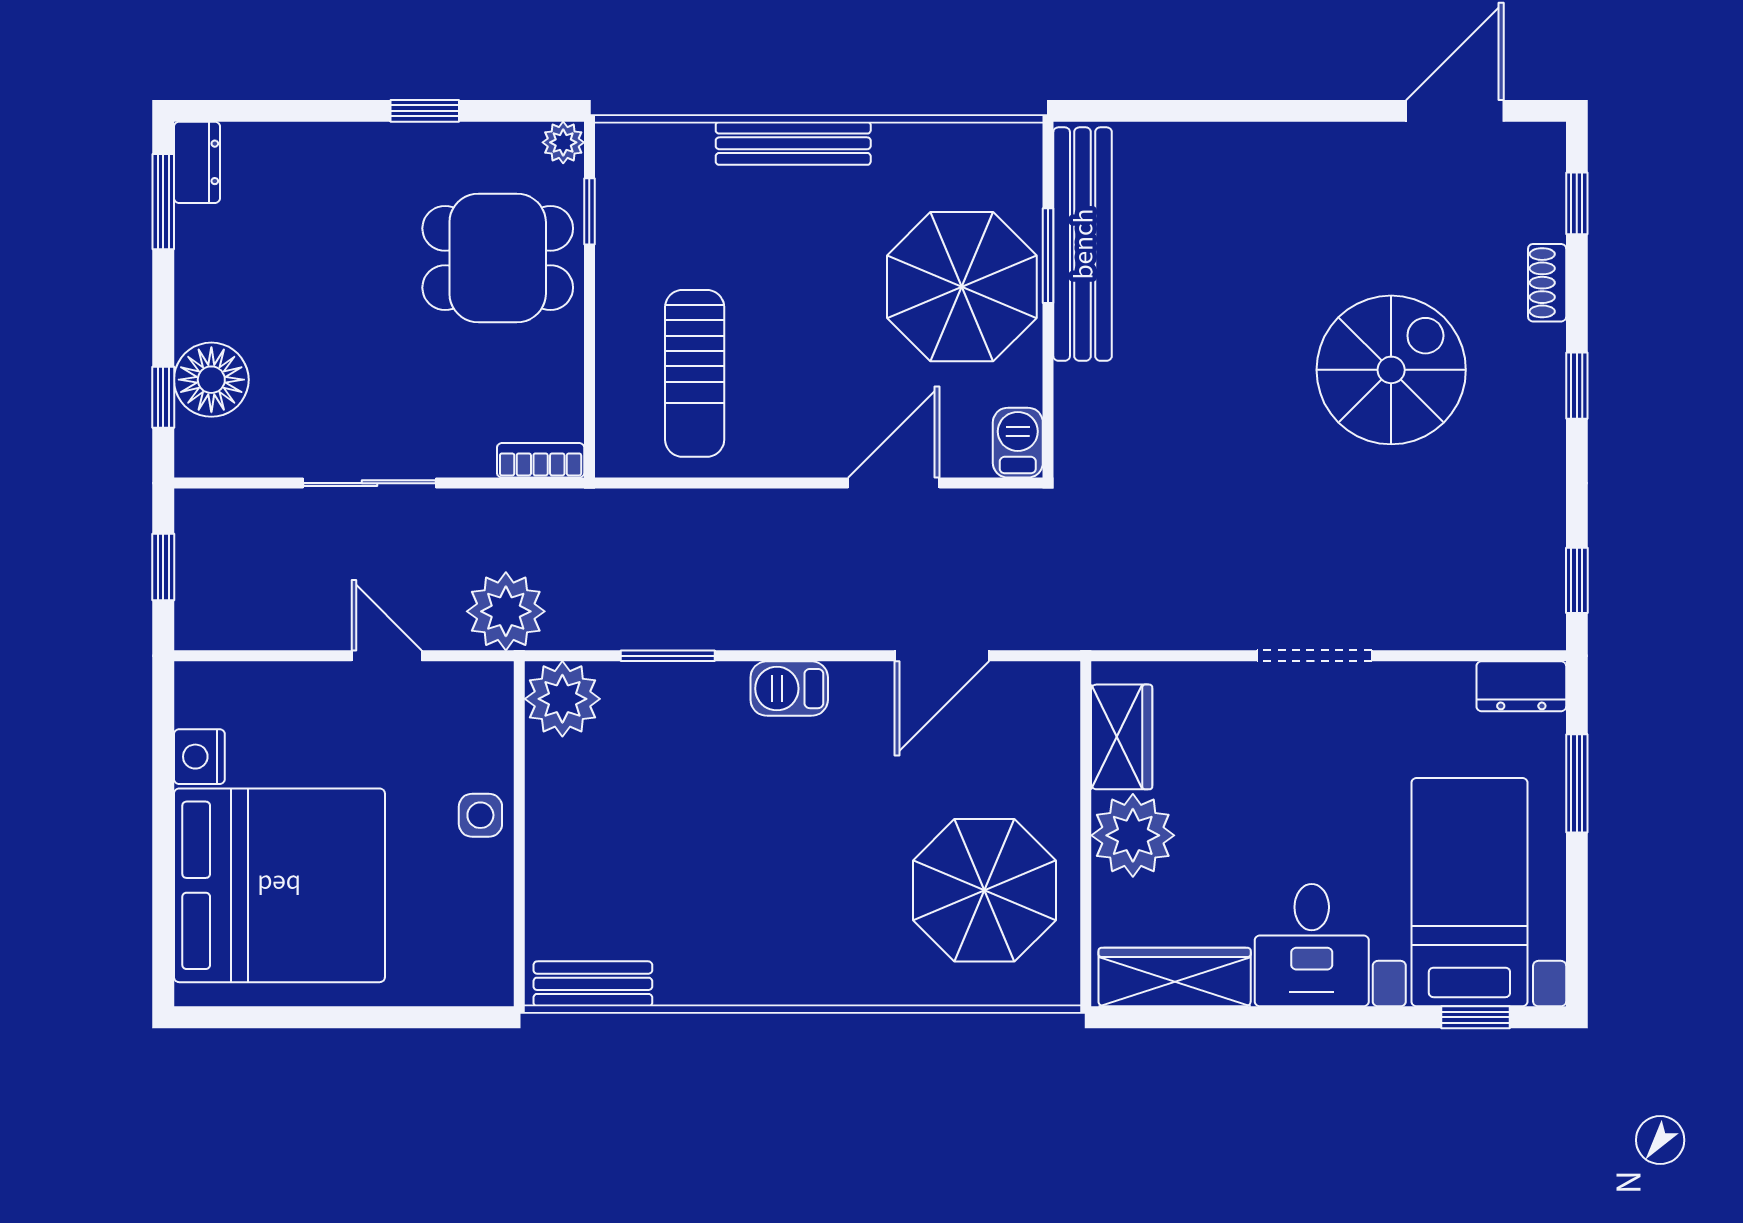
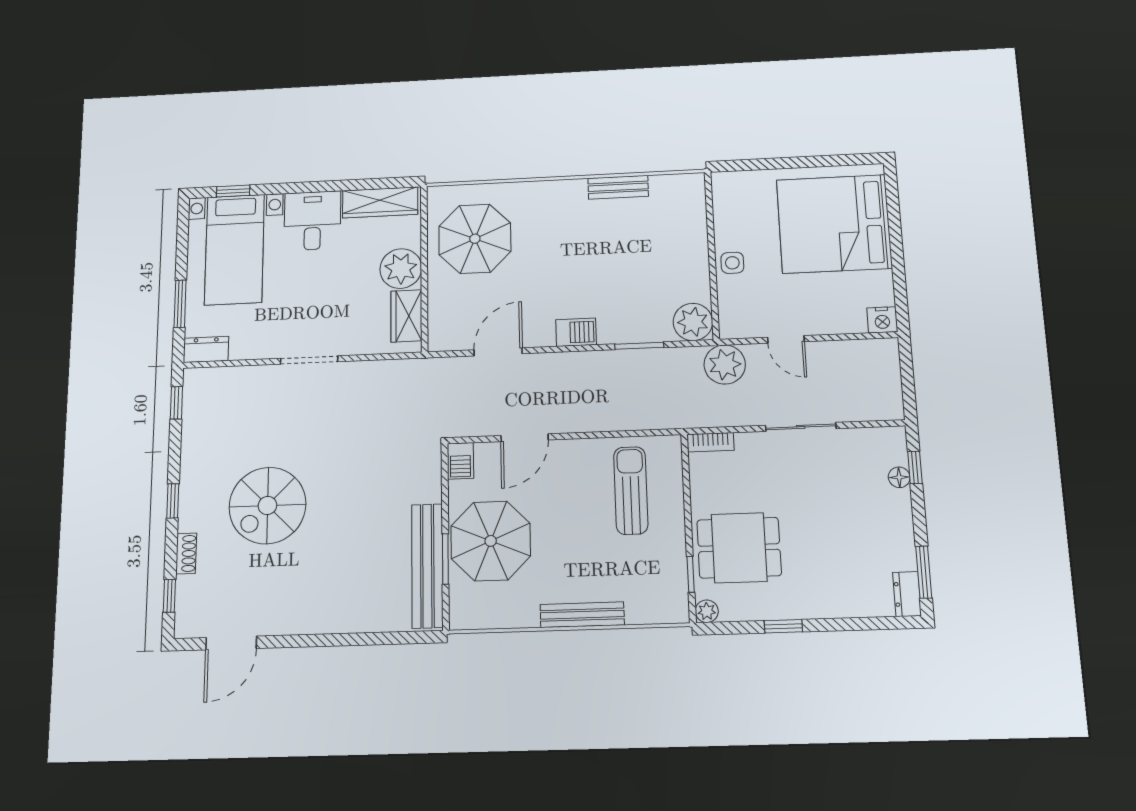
floor lamp: (211, 380) -> (899, 477), width x0.53, depth x0.53
window: (163, 567) -> (908, 379), removed
nightstand: (199, 757) -> (882, 320), moved, turned 90
bench: (593, 984) -> (618, 187), moved

